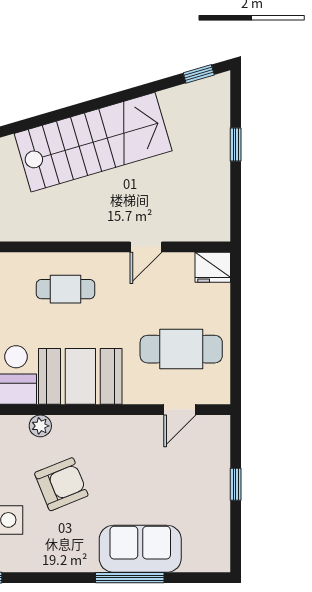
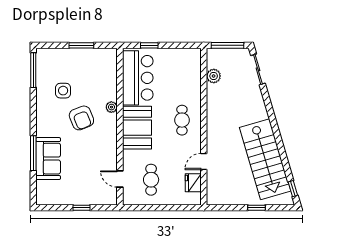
stairs: (93, 142) -> (265, 159), moved
door: (146, 247) -> (204, 162), hinge flipped
fridge: (213, 267) -> (193, 183), moved
cafe table: (181, 349) -> (151, 180), width x0.73, depth x0.74

